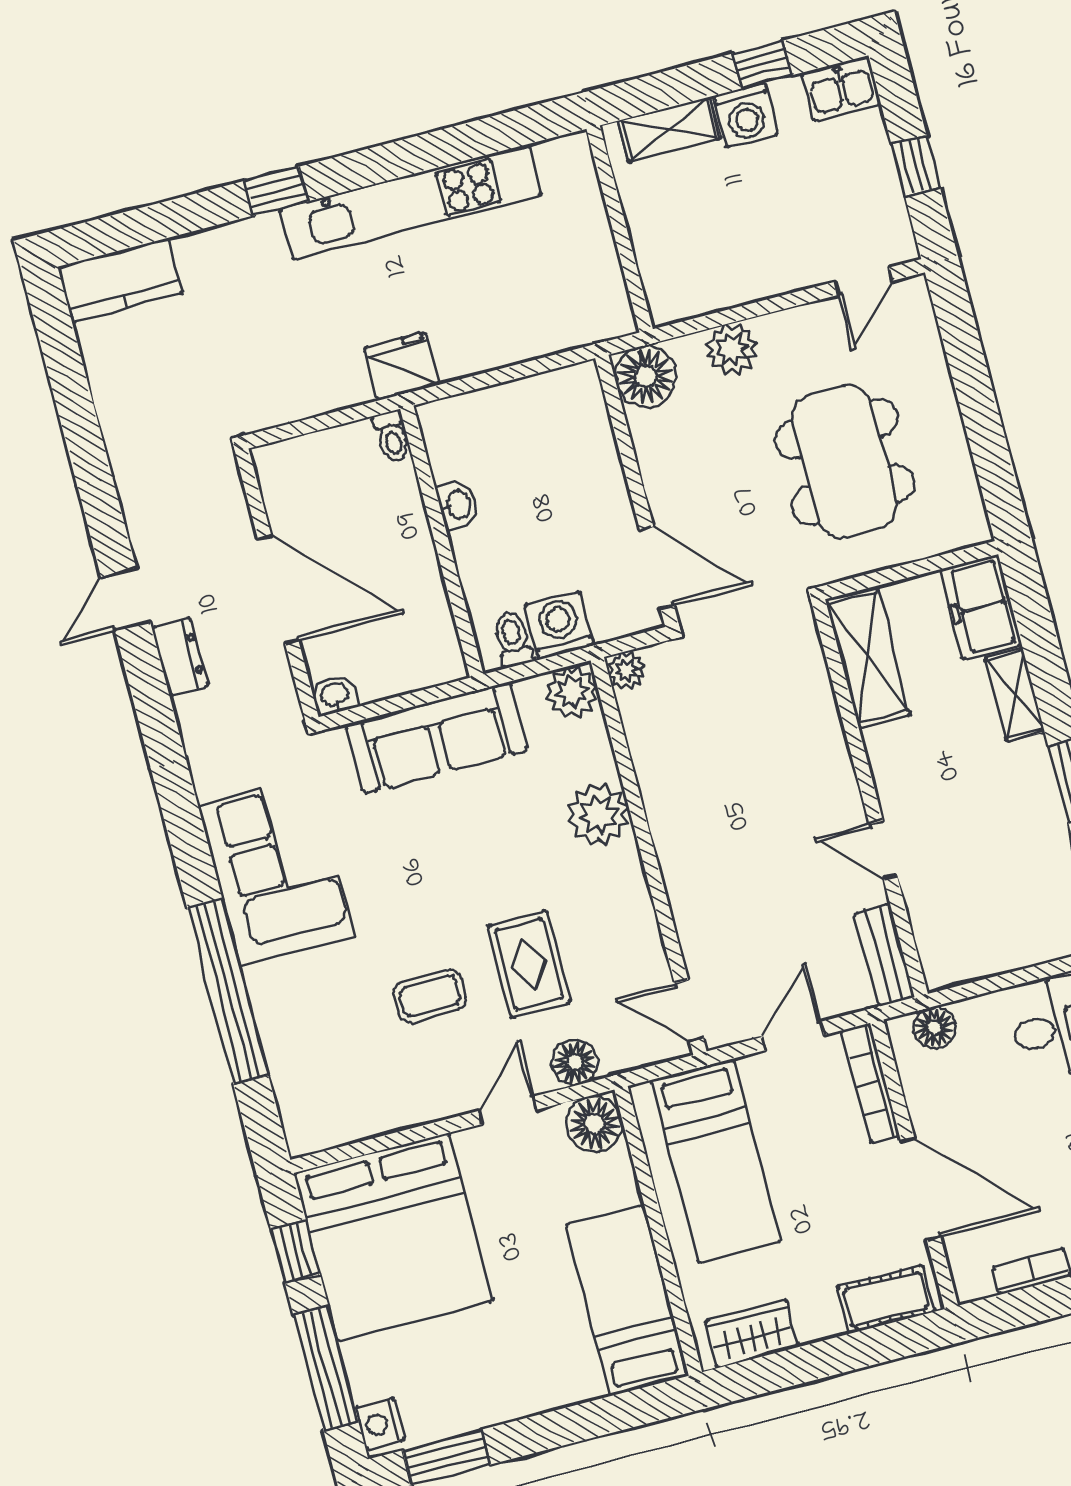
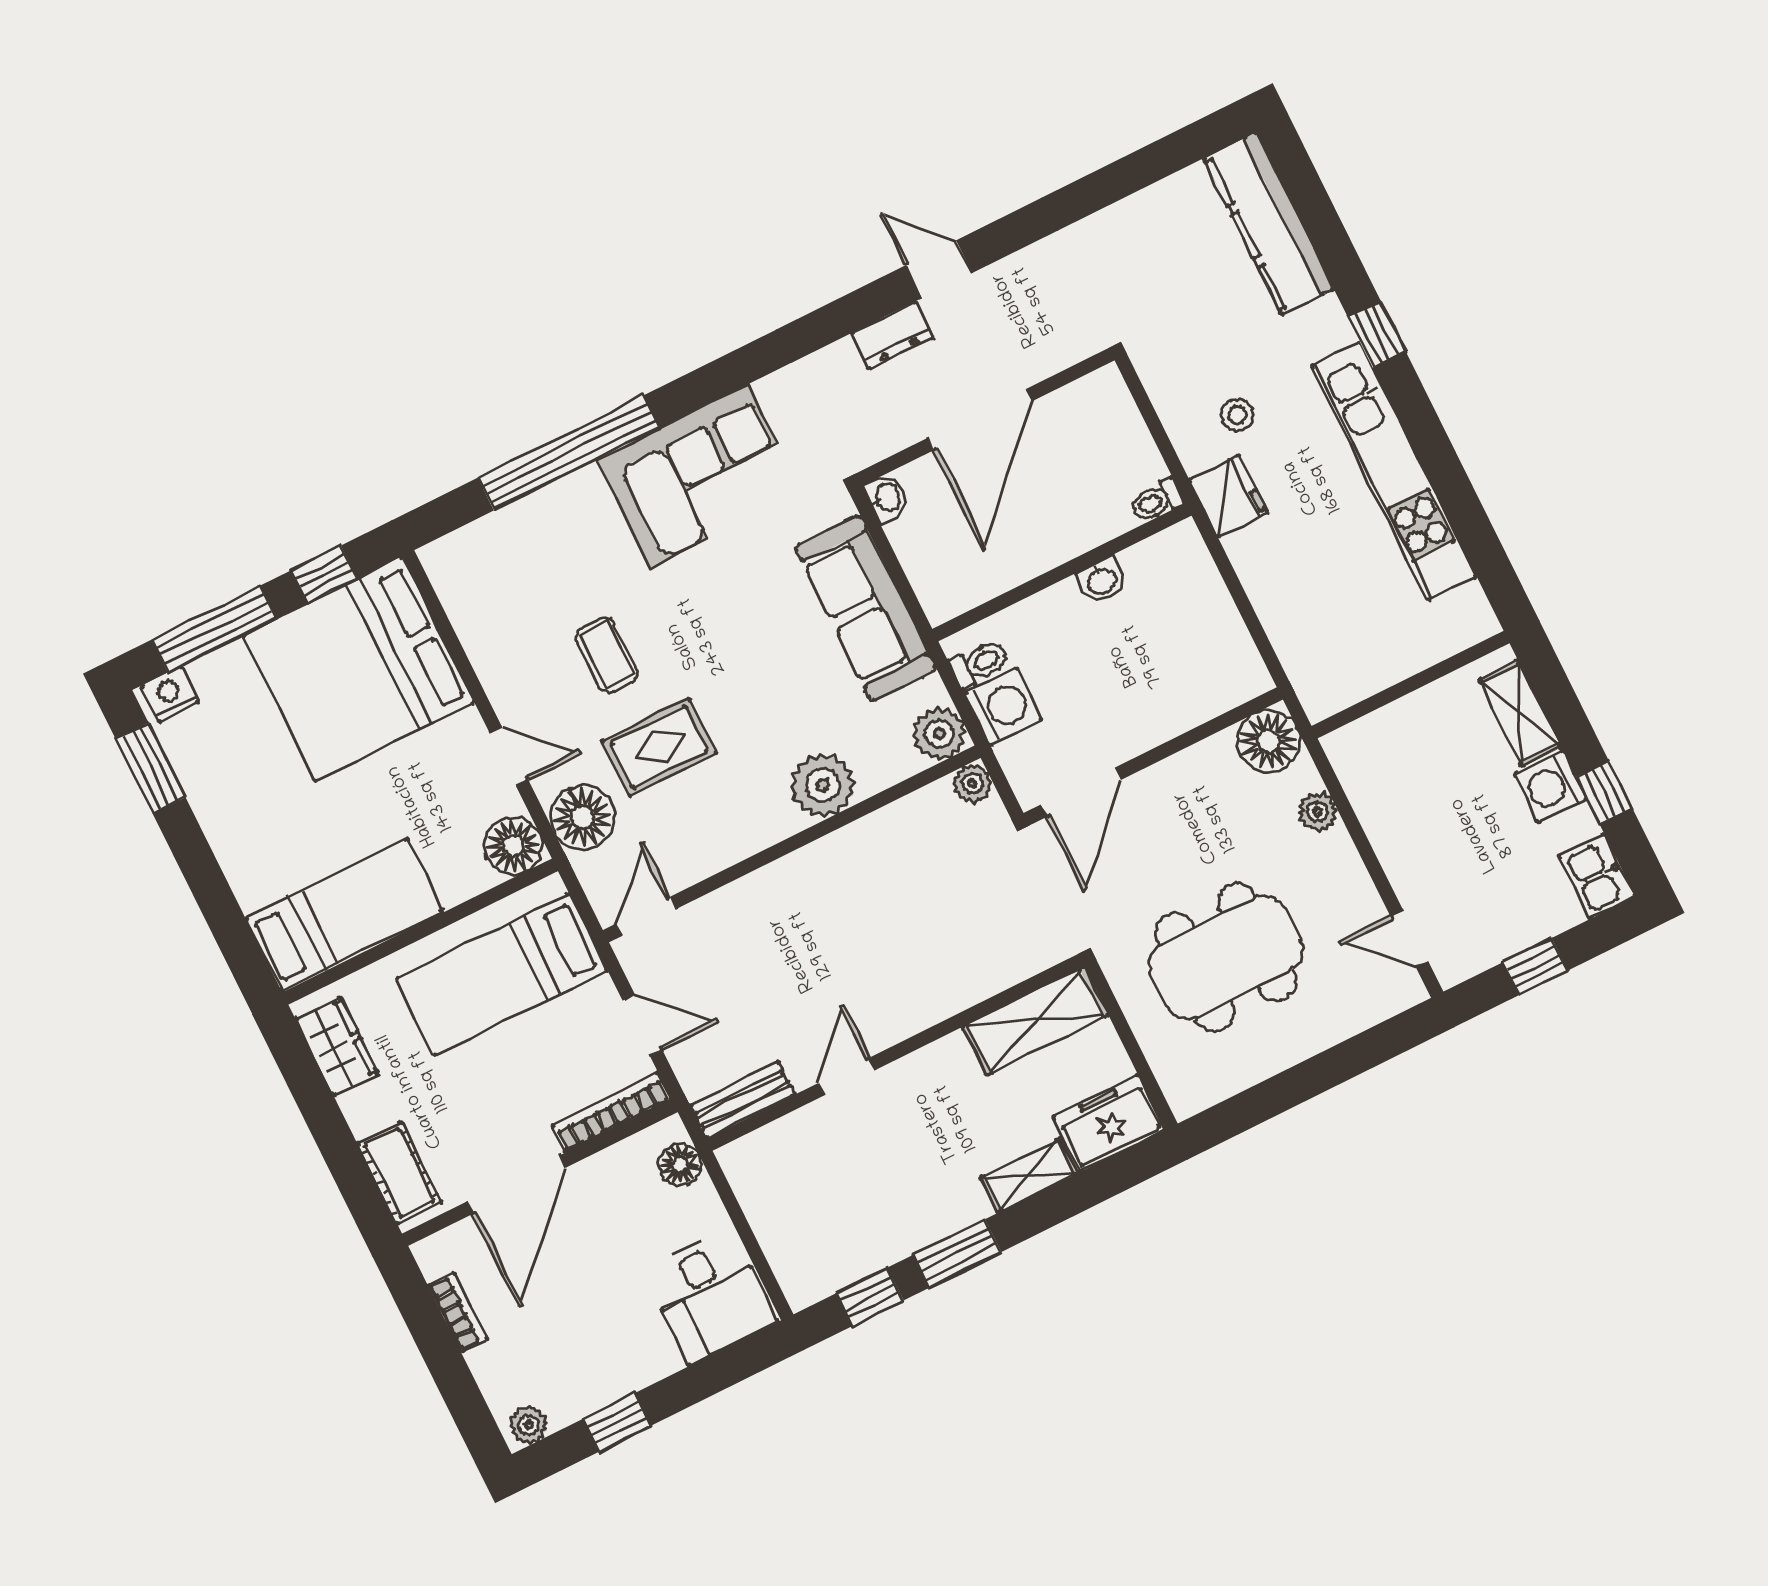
kitchen counter: (120, 280) -> (1269, 224), width x1.50
stool: (325, 342) -> (1237, 415), added
plant: (732, 349) -> (1317, 812), width x0.73, depth x0.73
floor lamp: (575, 1062) -> (582, 817), width x1.38, depth x1.38

